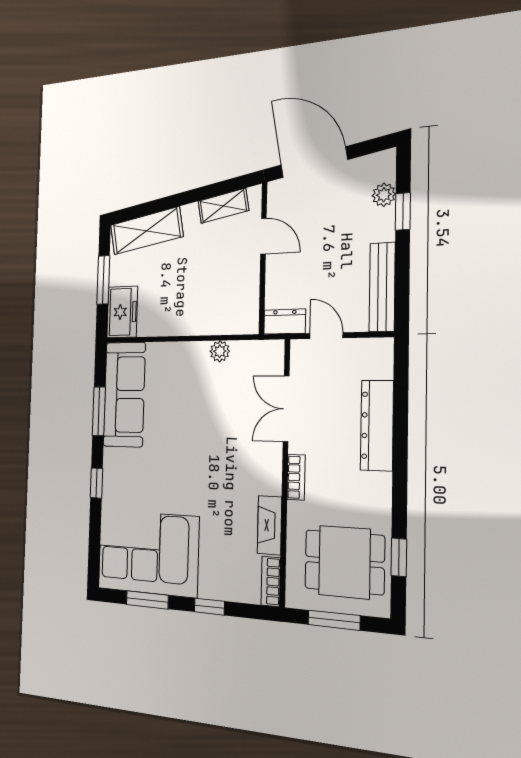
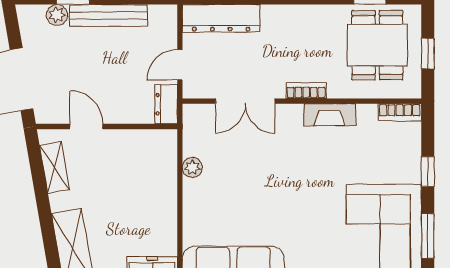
door: (263, 236) -> (86, 127), hinge flipped
bench: (382, 287) -> (108, 15), moved
dresser: (377, 425) -> (221, 18), moved
fireplace: (269, 525) -> (330, 115), moved
window: (334, 620) -> (428, 54), width x0.67

